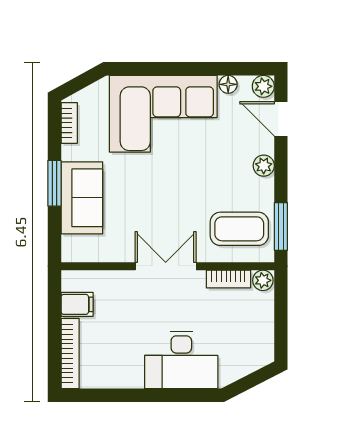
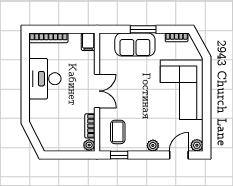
floor lamp: (228, 84) -> (198, 126), removed
window: (281, 226) -> (119, 155), width x0.67
coffee table: (239, 229) -> (118, 132), width x0.73, depth x0.77
filing cabinet: (77, 304) -> (88, 42), moved
desk: (181, 360) -> (45, 79), moved

